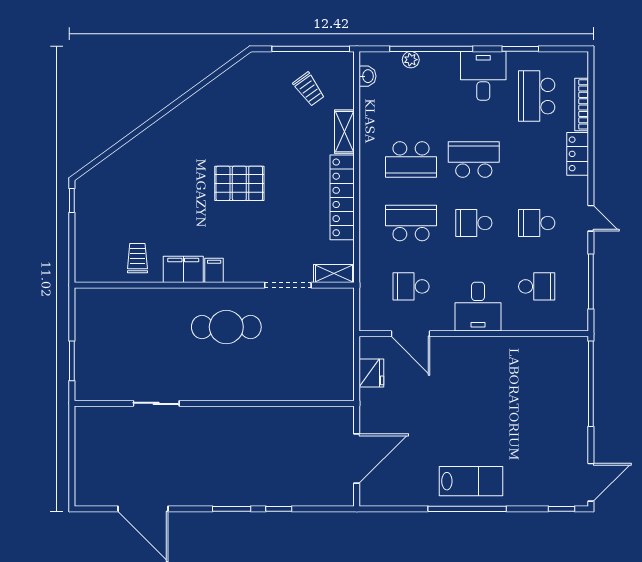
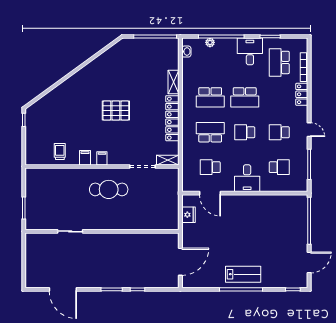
trolley: (309, 89) -> (154, 59), removed
school desk: (474, 160) -> (245, 97), turned 180
filing cabinet: (183, 269) -> (85, 158), width x0.50
door: (591, 482) -> (309, 263), moved

